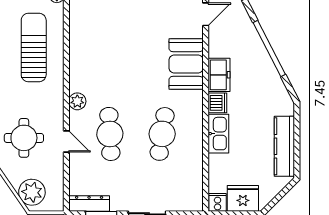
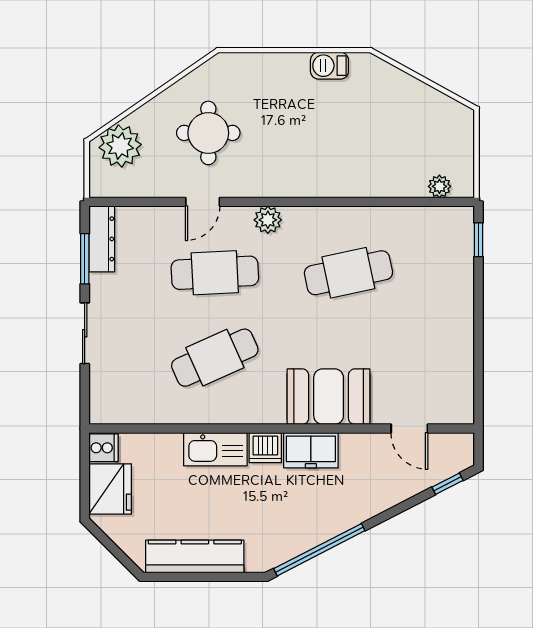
sun lounger: (34, 48) -> (355, 149), removed
window: (269, 48) -> (319, 550), moved
cafe table: (110, 52) -> (348, 273), added
cafe table: (162, 134) -> (215, 358), turned -33

